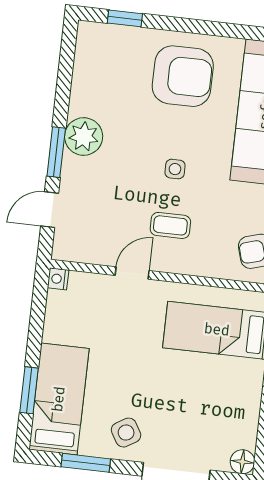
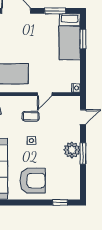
armchair: (183, 76) -> (33, 181), turned 180
window: (56, 152) -> (83, 153), moved
side table: (126, 433) -> (39, 26), removed

